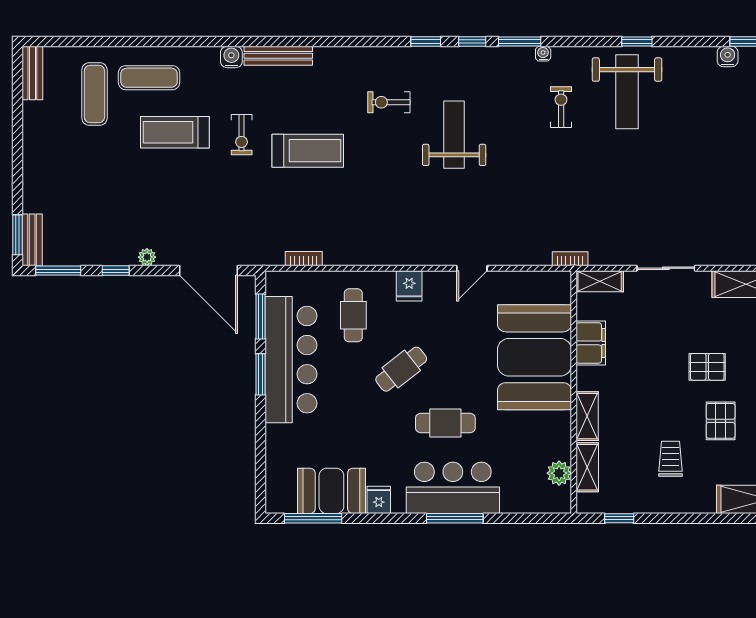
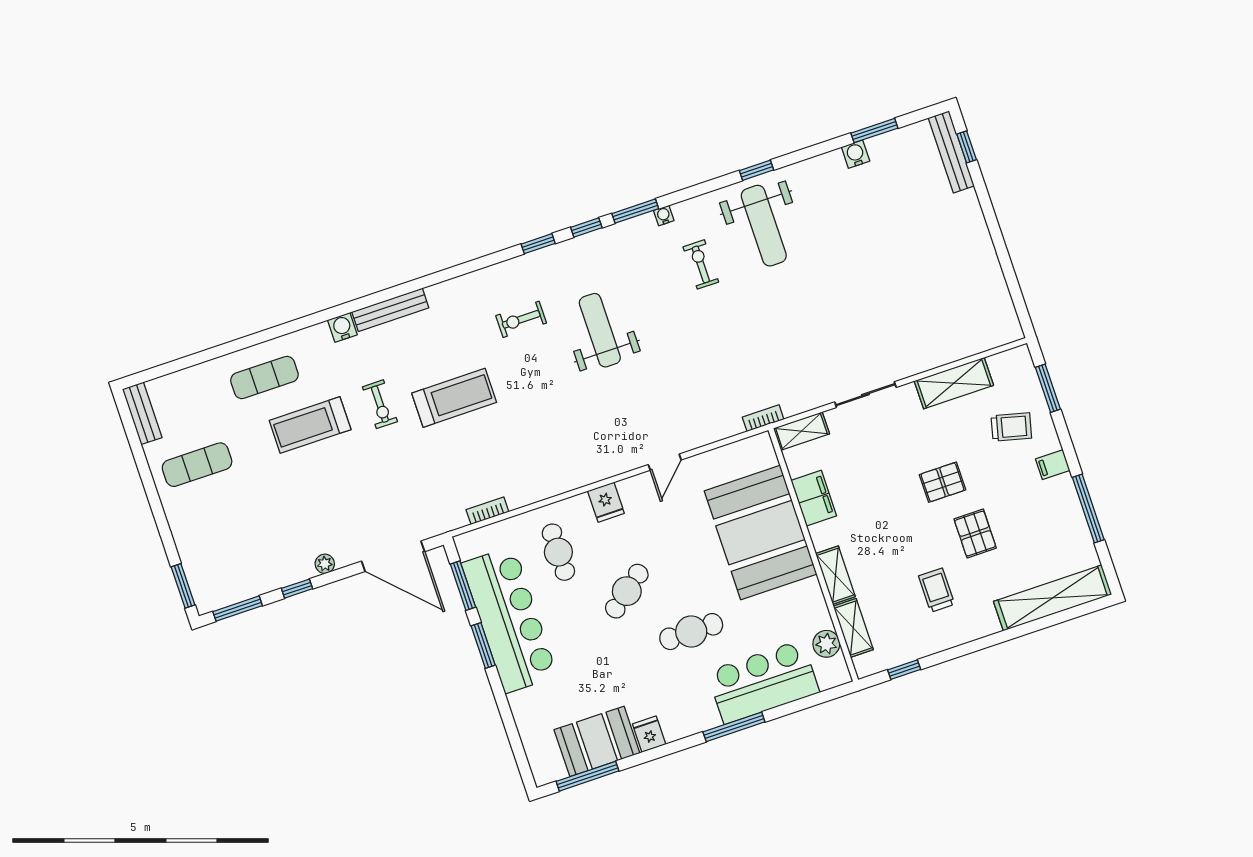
exercise mat: (94, 94) -> (197, 465), moved, turned 90
bench: (32, 240) -> (200, 586), removed
bar counter: (453, 488) -> (763, 682), moved

